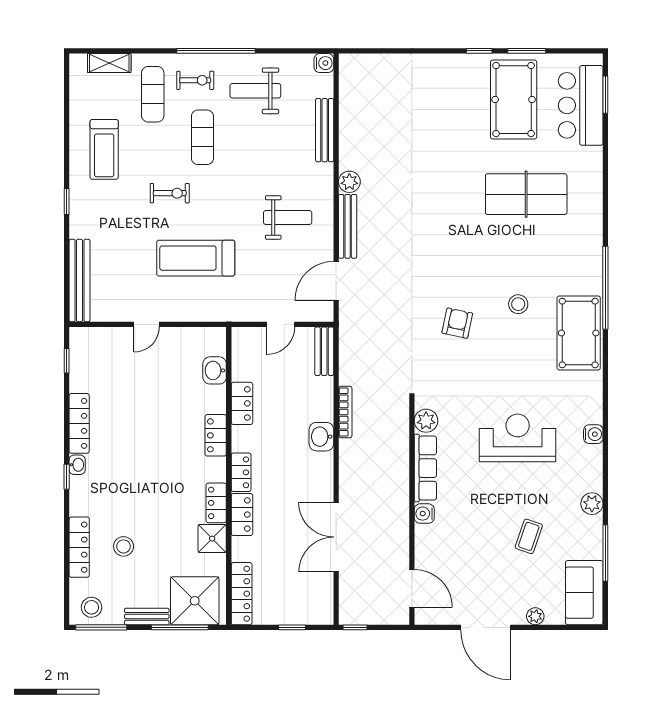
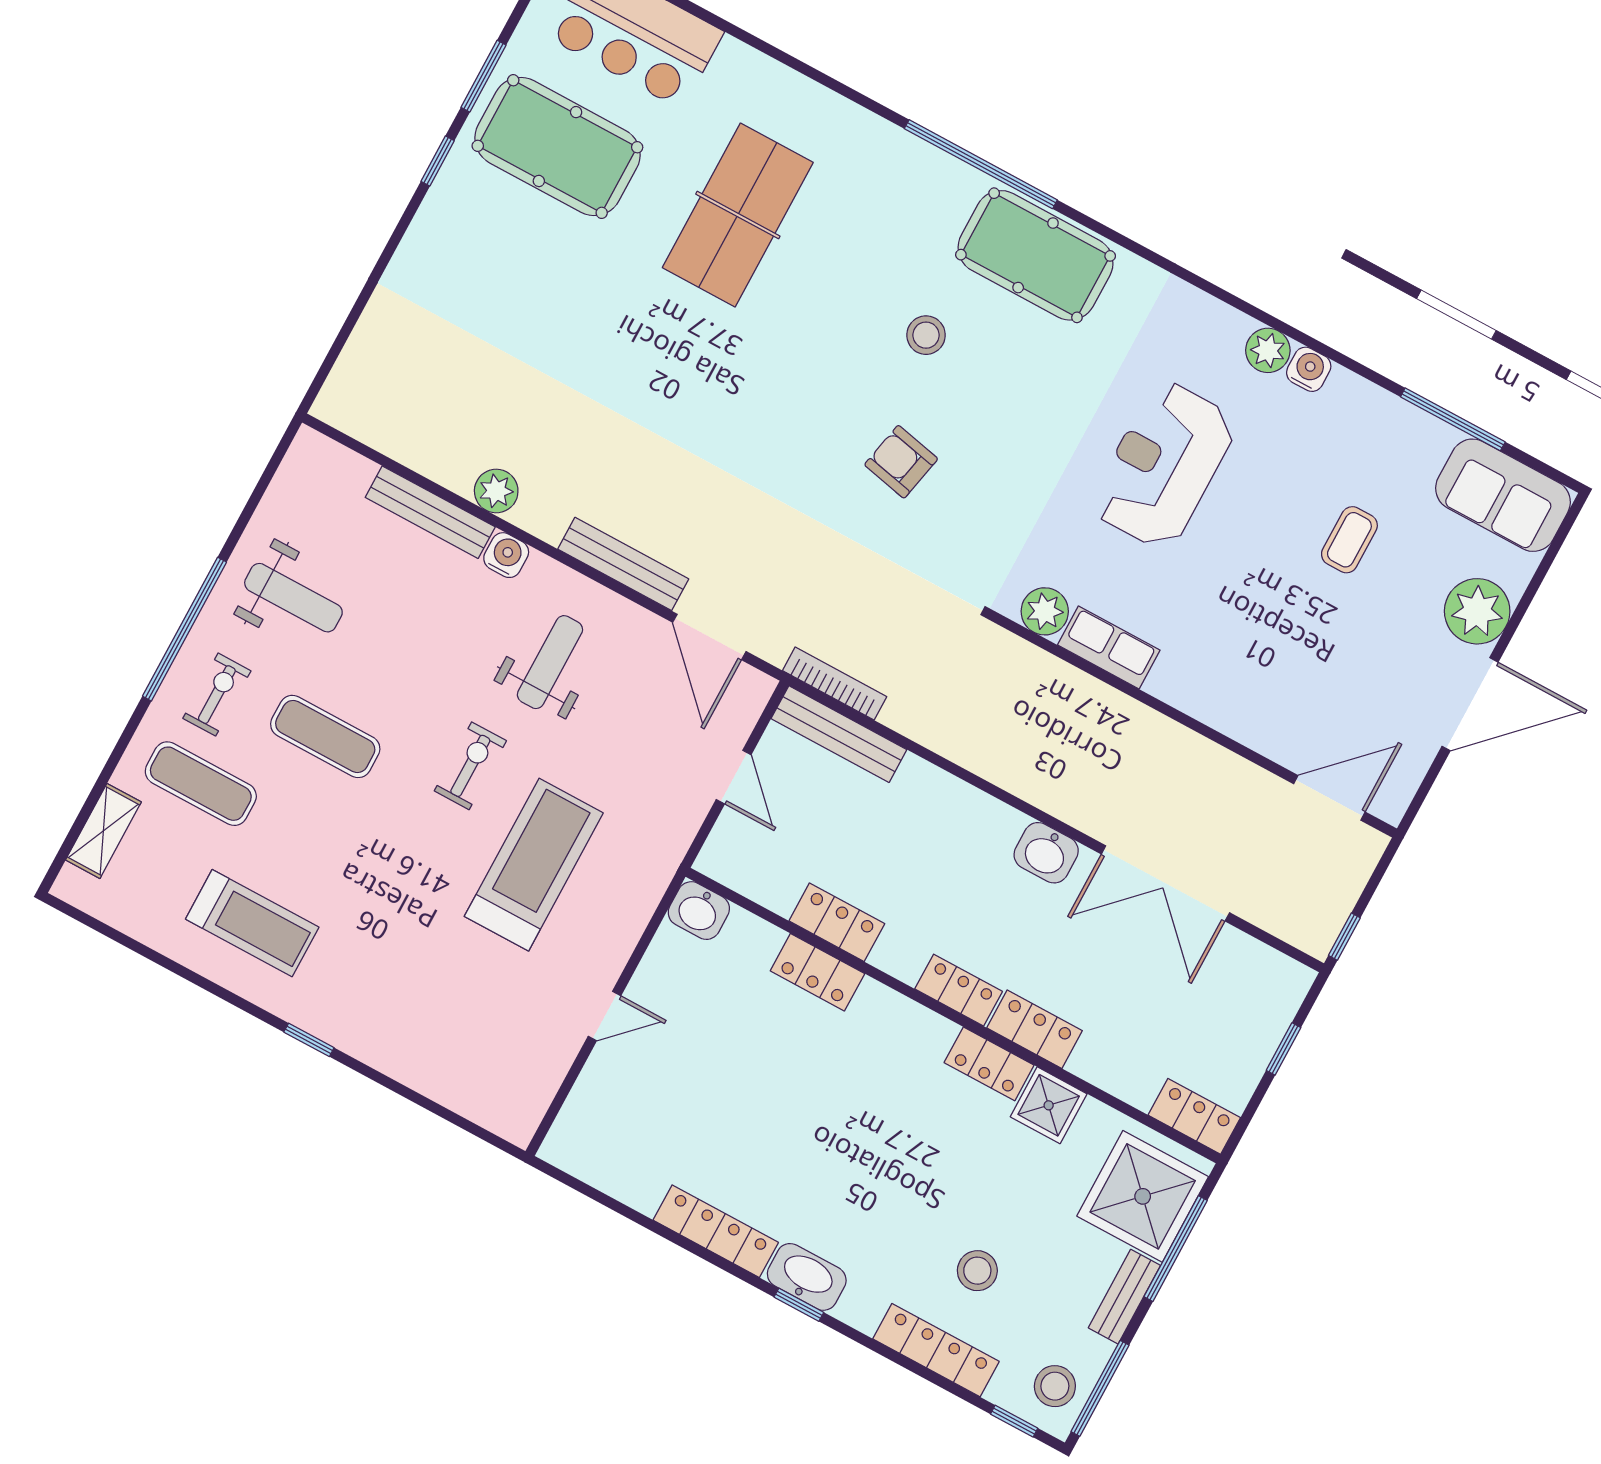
water cooler: (324, 63) -> (506, 555), moved
weight bench: (255, 91) -> (293, 598), turned -90
plant: (349, 182) -> (496, 491), moved
exercise bike: (170, 193) -> (470, 766), moved
treadmill: (196, 258) -> (534, 865), turned 180
bench: (80, 281) -> (462, 1093), removed
door: (147, 324) -> (604, 1016), hinge flipped
bench: (324, 351) -> (839, 734), width x1.36
window: (67, 361) -> (1014, 1421), moved
washbasin: (215, 370) -> (699, 911), moved
bookcase: (345, 412) -> (835, 684), moved
water cooler: (593, 434) -> (1309, 369), moved
locker: (216, 435) -> (817, 972), moved
washbasin: (321, 437) -> (1046, 853), moved
washbasin: (77, 465) -> (807, 1277), width x1.91, depth x1.45
row of seats: (425, 468) -> (1109, 648), width x0.68
plant: (592, 504) -> (1268, 350), moved
water cooler: (424, 514) -> (1208, 704), removed
coffee table: (529, 536) -> (1349, 540), turned 71
locker: (242, 594) -> (1194, 1116), width x0.66
plant: (535, 616) -> (1477, 611), width x1.88, depth x1.88

